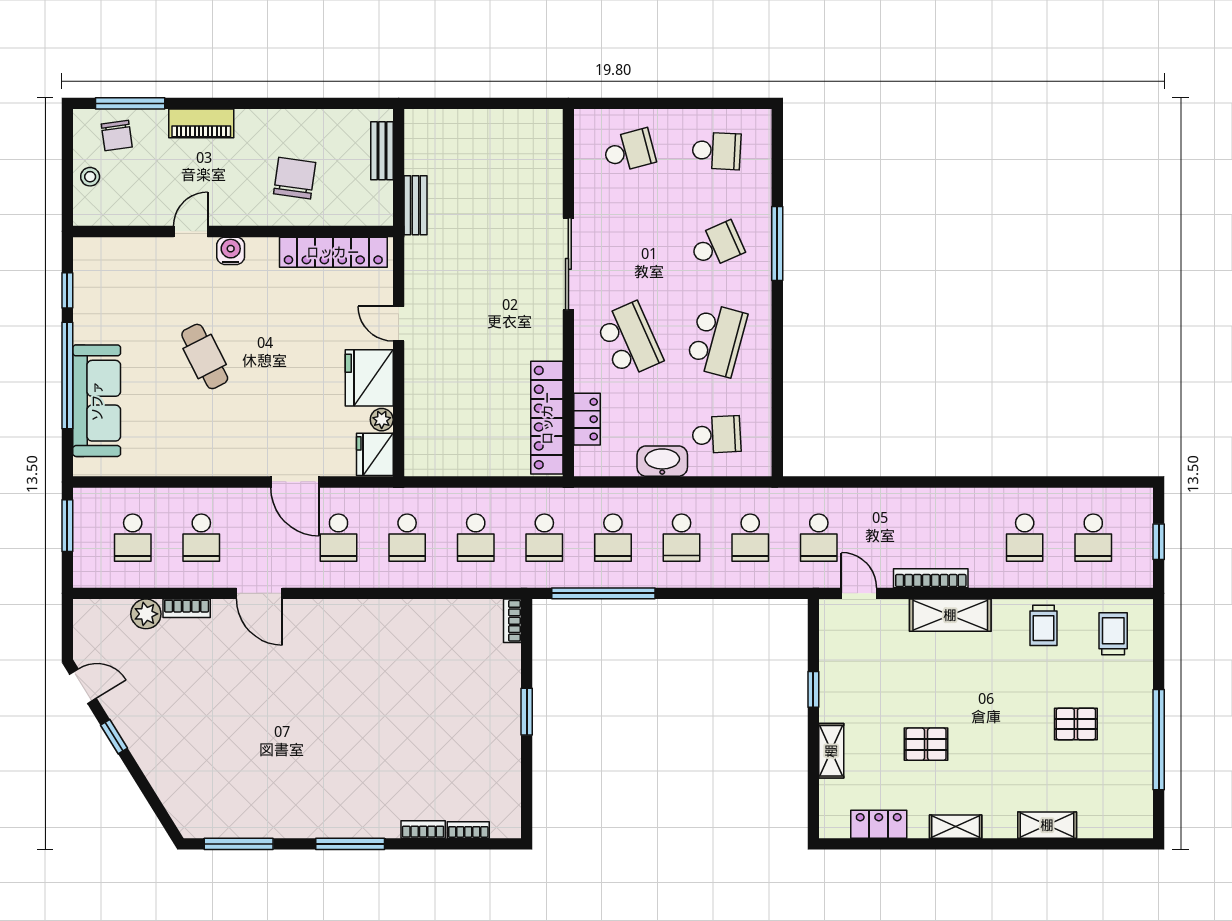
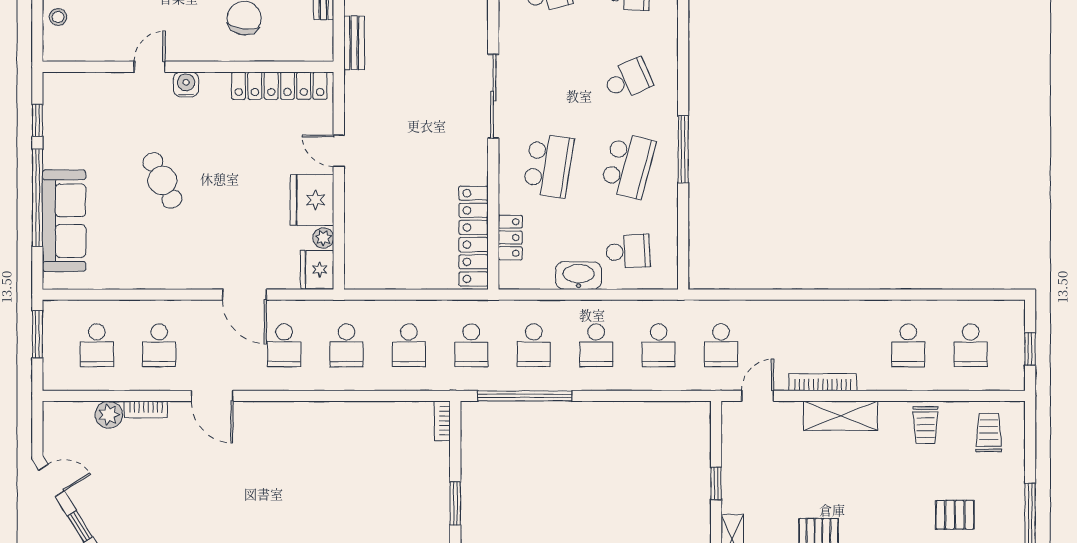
window: (777, 243) -> (683, 149), moved
school desk: (629, 340) -> (548, 165), turned 33
door: (859, 593) -> (758, 396), hinge flipped

